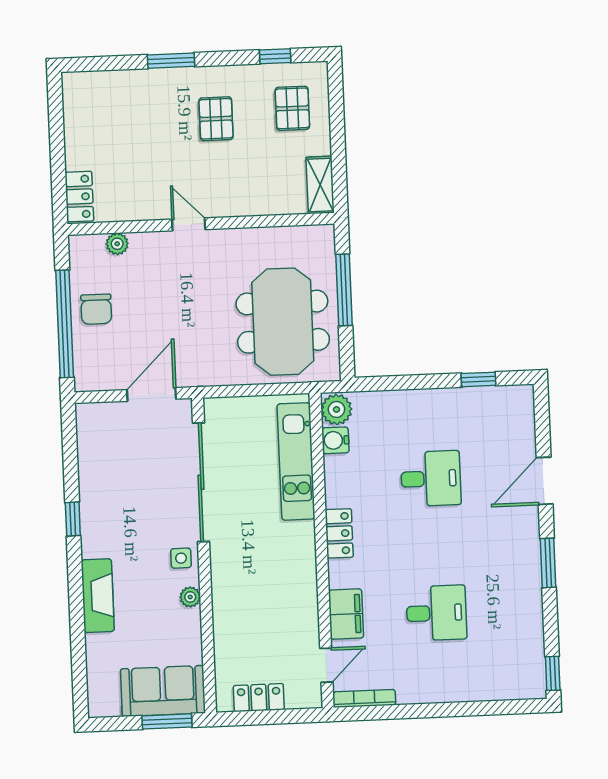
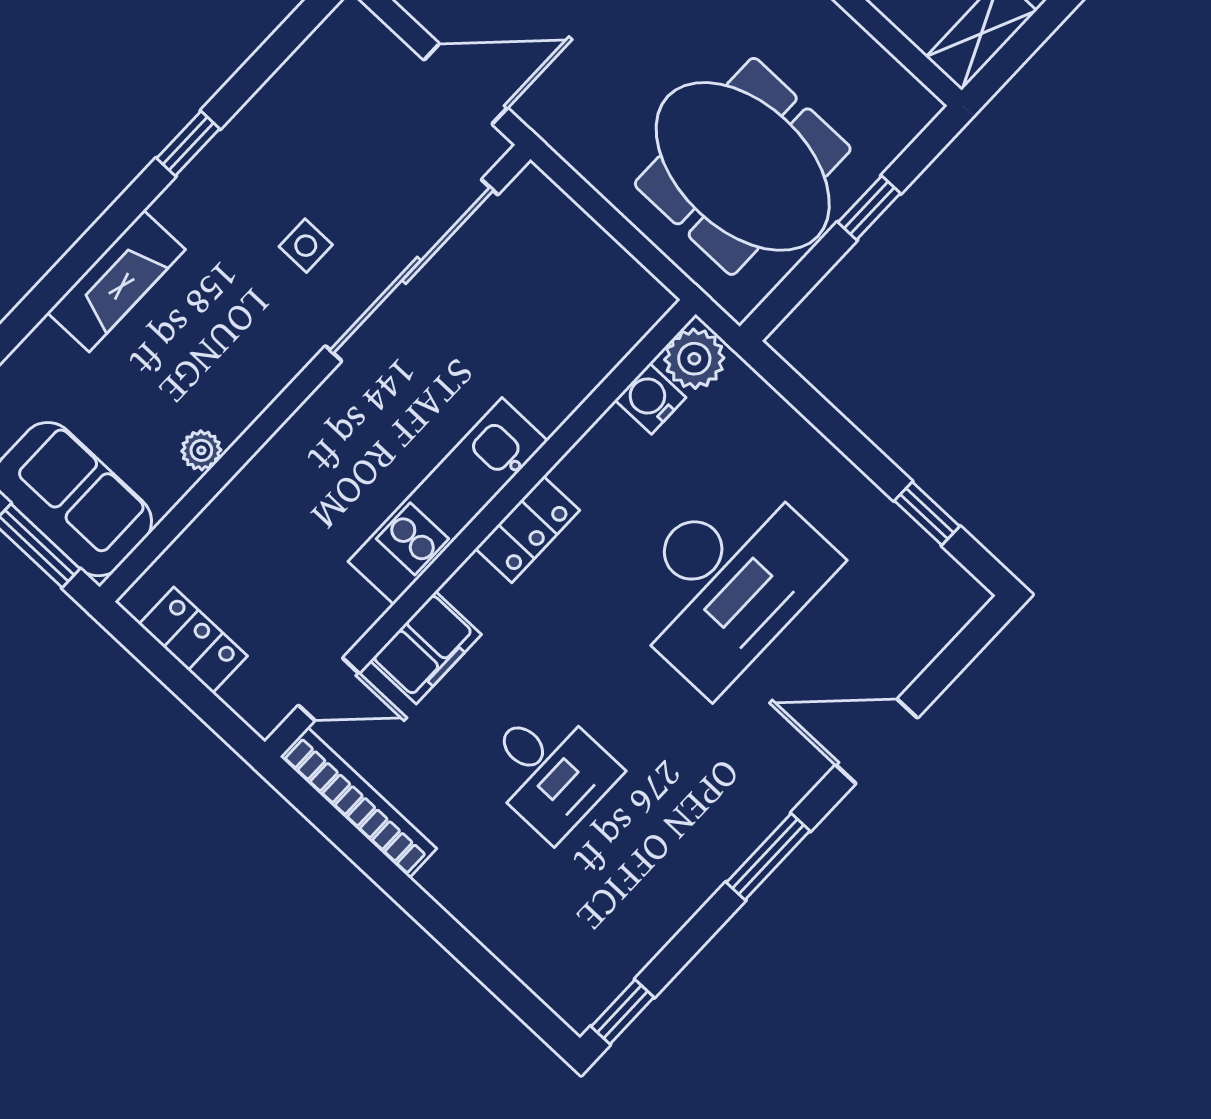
window: (344, 290) -> (869, 208), width x0.46
meeting table: (283, 322) -> (743, 166), turned 90
kitchen unit: (296, 461) -> (448, 501), moved
desk: (431, 479) -> (726, 582), width x1.87, depth x1.30
side table: (181, 558) -> (306, 246), moved
plant: (190, 597) -> (201, 450), moved
bookcase: (364, 698) -> (358, 803), width x1.48, depth x1.31

